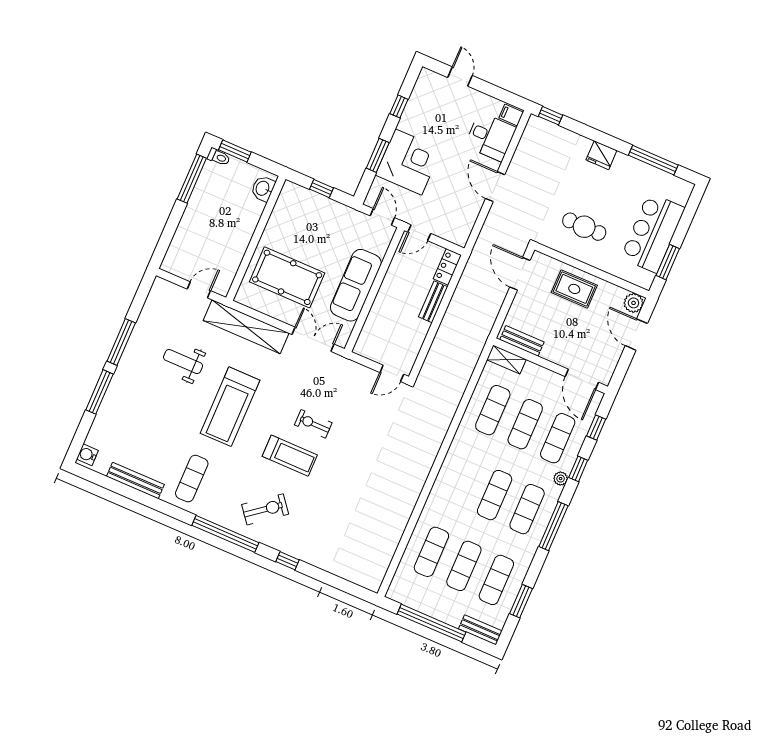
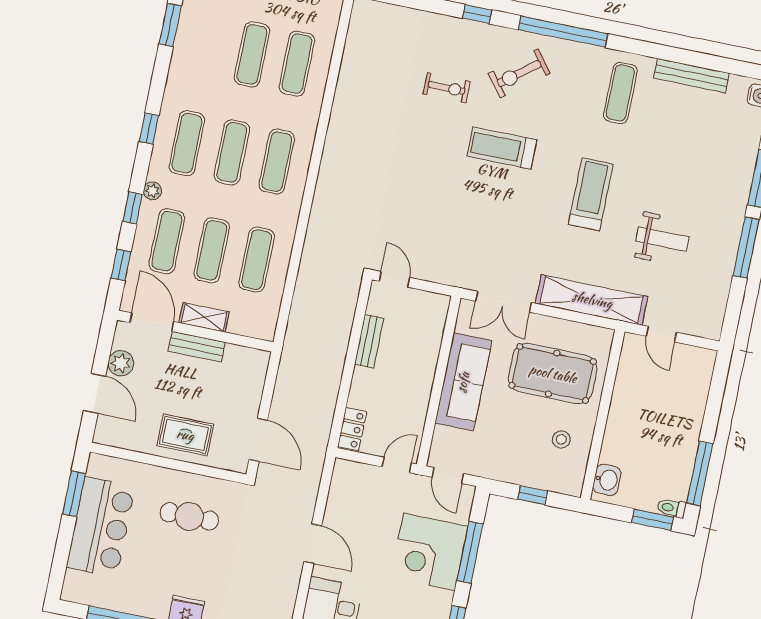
window: (378, 155) -> (470, 552), width x1.44
stool: (291, 226) -> (561, 439), added
door: (199, 290) -> (661, 334), hinge flipped
bench: (433, 302) -> (369, 341), moved
plant: (634, 303) -> (121, 363), moved
bench: (522, 341) -> (197, 347), moved
shelving: (506, 360) -> (204, 317), moved
door: (392, 373) -> (394, 279), hinge flipped
treadmill: (230, 407) -> (591, 194), width x0.73, depth x0.73
exercise bike: (313, 424) -> (447, 88), moved
window: (553, 526) -> (149, 129), width x0.46
exercise mat: (496, 580) -> (277, 162), moved

